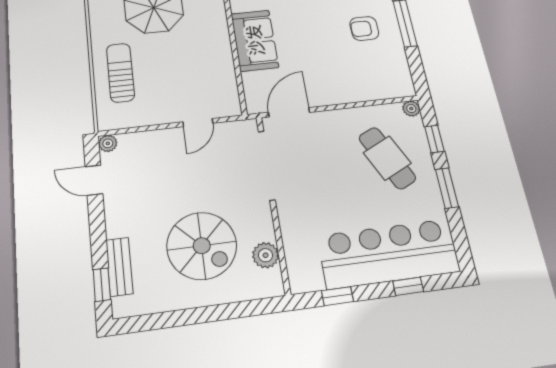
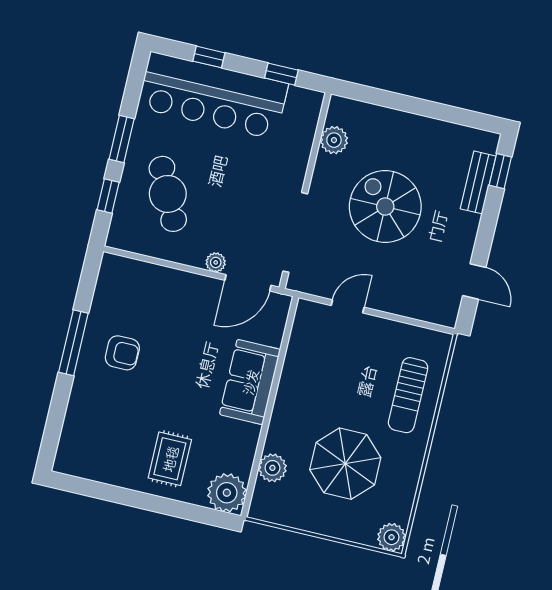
plant: (411, 109) -> (216, 262), moved
plant: (108, 143) -> (448, 317), removed
spiral stairs: (202, 246) -> (385, 207), moved

